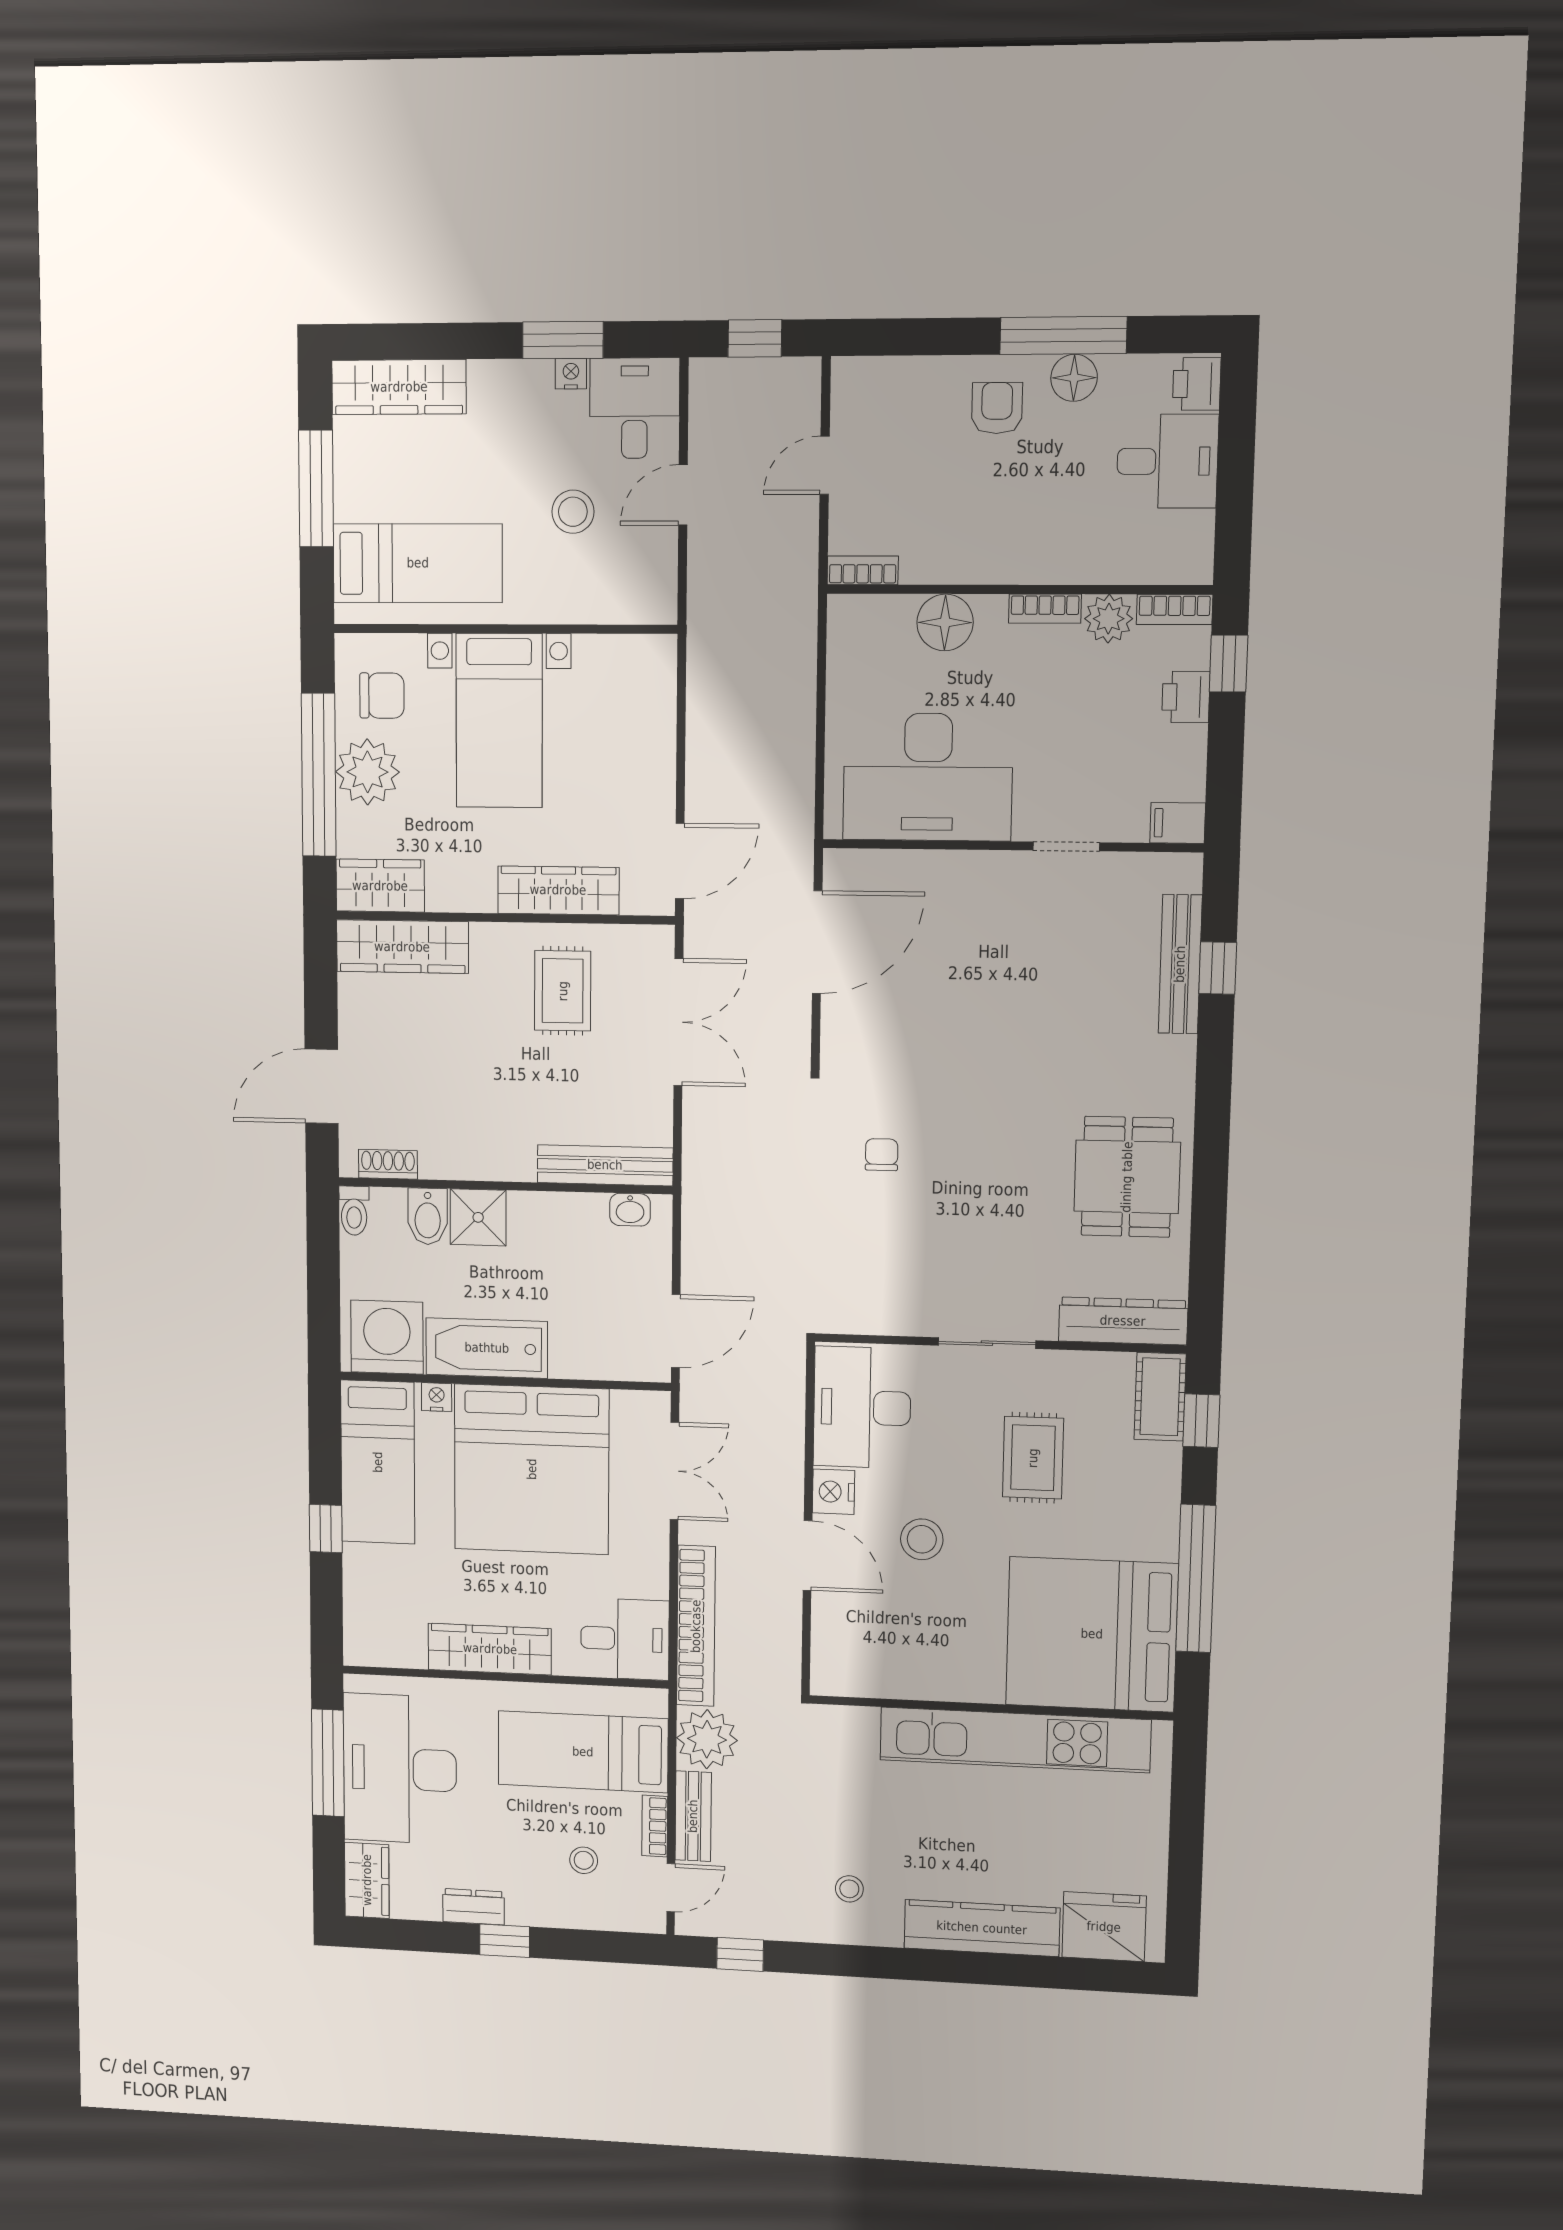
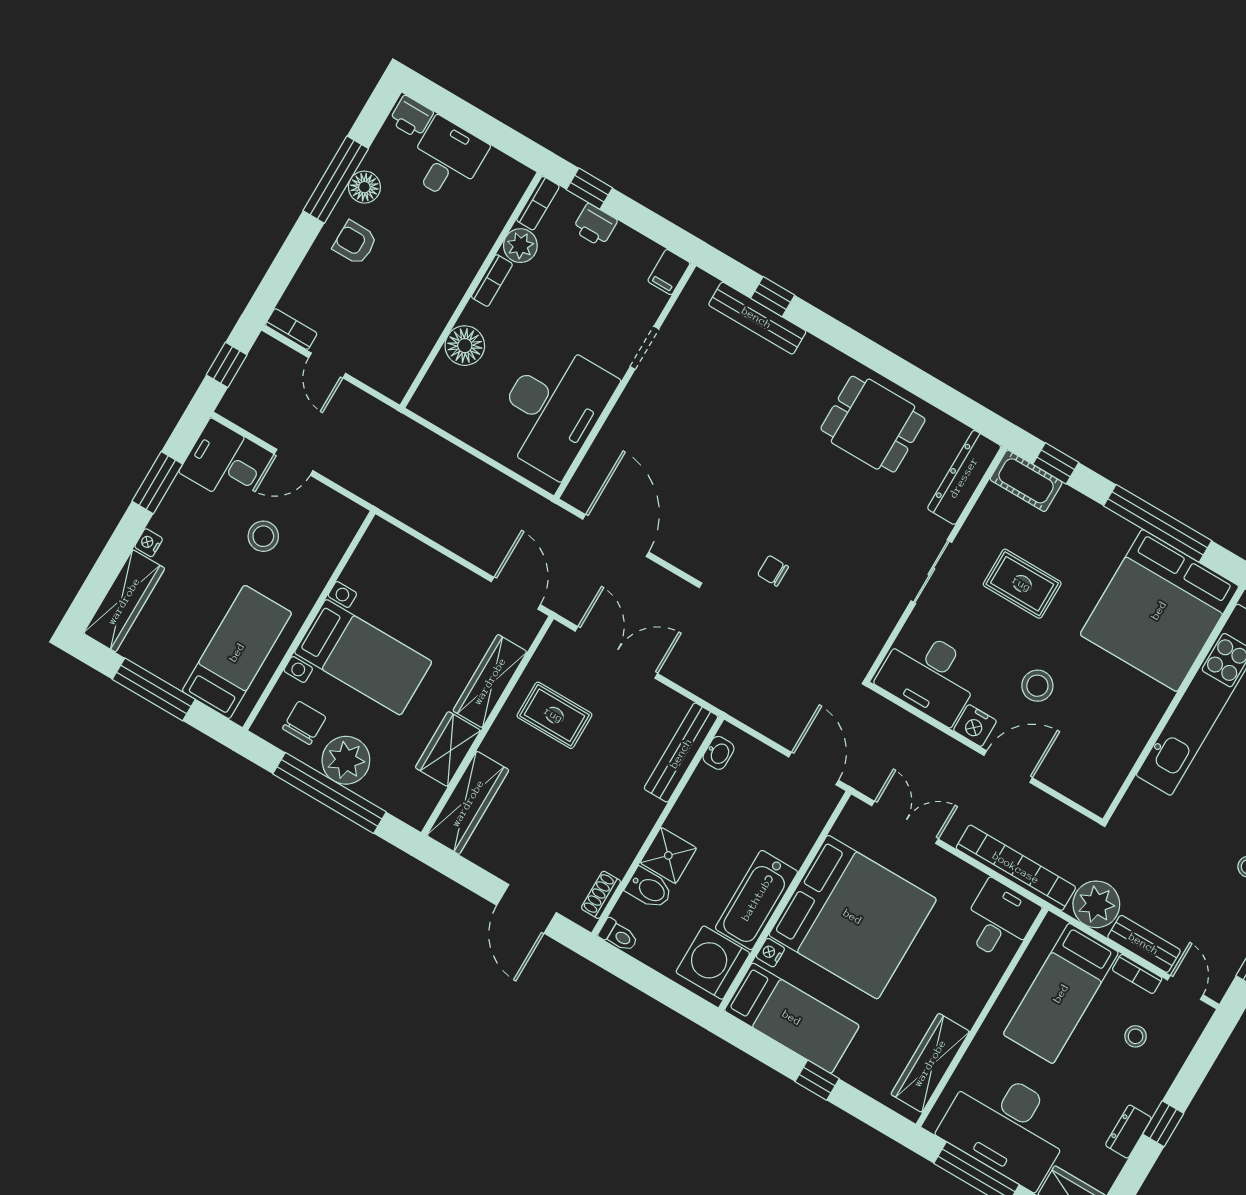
nightstand: (571, 374) -> (149, 543), moved
door: (683, 495) -> (294, 462), hinge flipped
bookcase: (863, 570) -> (291, 329), moved, turned 90
wardrobe: (380, 886) -> (448, 749), moved
wardrobe: (490, 1649) -> (930, 1063), moved

